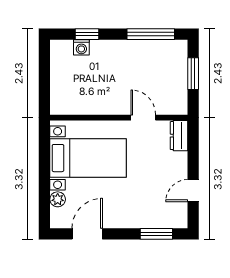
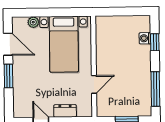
dresser: (179, 136) -> (65, 111), moved
window: (156, 234) -> (8, 76), moved

